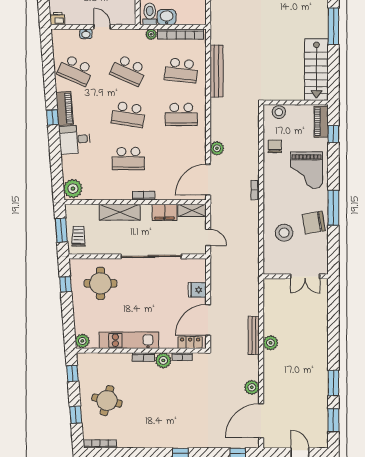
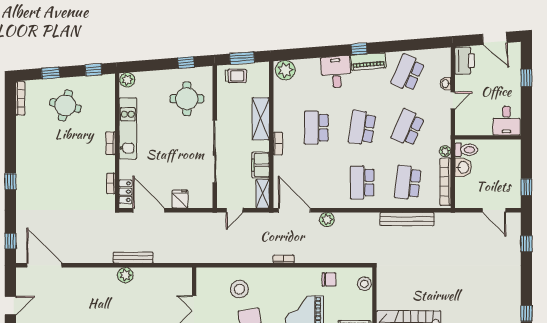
printer: (58, 19) -> (465, 61), width x1.87, depth x1.48
plant: (163, 360) -> (107, 164), removed
plant: (252, 387) -> (79, 256), removed

